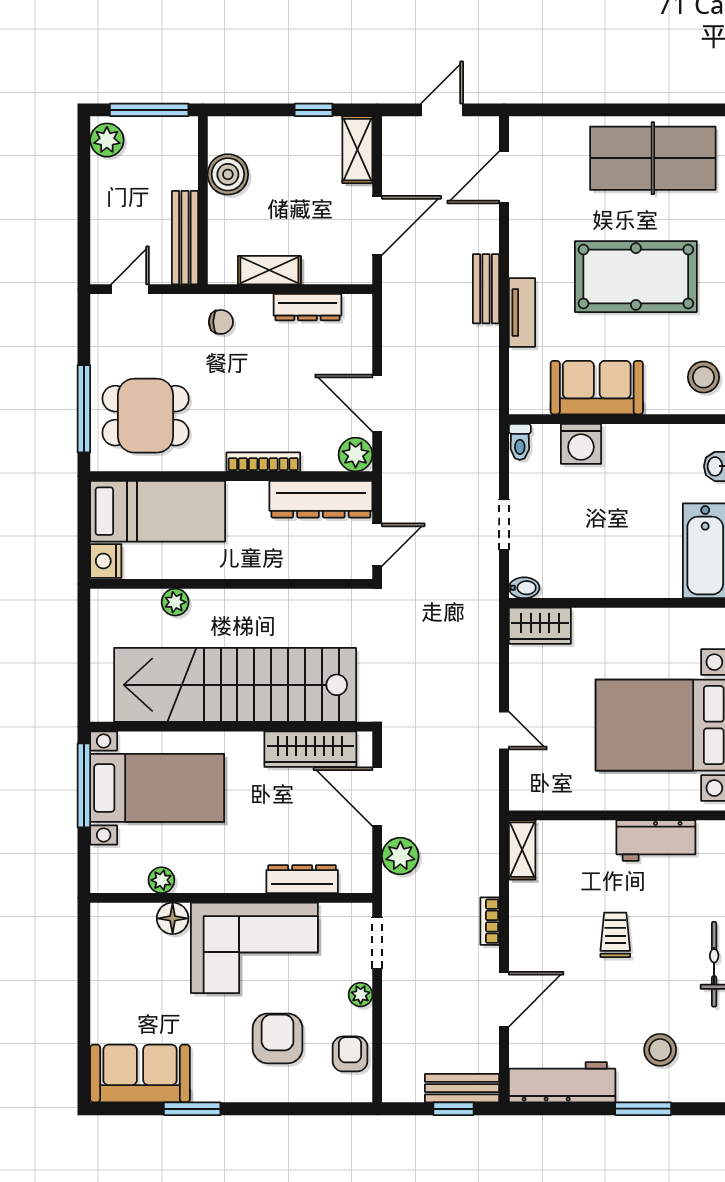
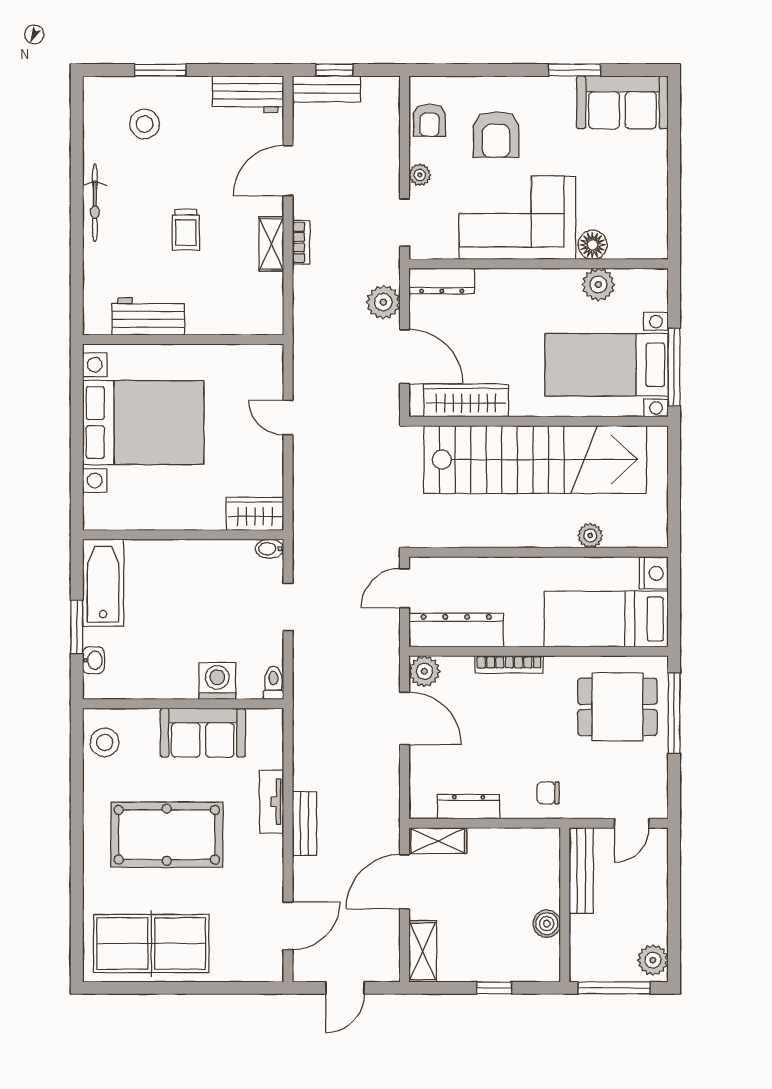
window: (314, 110) -> (494, 988), moved
boiler: (228, 174) -> (547, 924), width x0.73, depth x0.73
shelving: (269, 270) -> (438, 841), moved
shelving: (522, 850) -> (271, 244), moved
dresser: (302, 879) -> (442, 281), moved
plant: (161, 880) -> (598, 284), width x1.38, depth x1.38
workbench: (562, 1082) -> (248, 94), width x0.73

